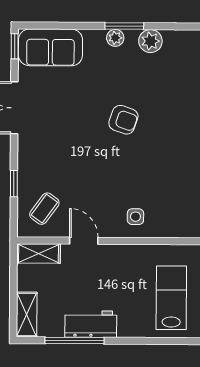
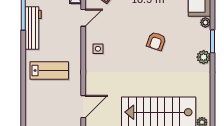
plant: (115, 38) -> (205, 22), moved
workbench: (91, 324) -> (33, 28), width x1.38

